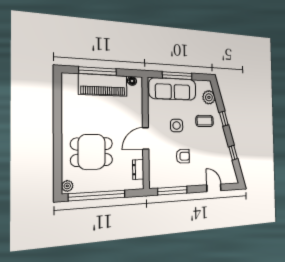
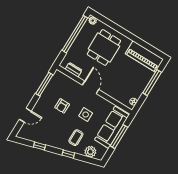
piano: (103, 85) -> (144, 56), moved, turned -90

